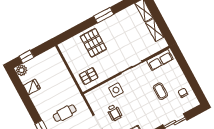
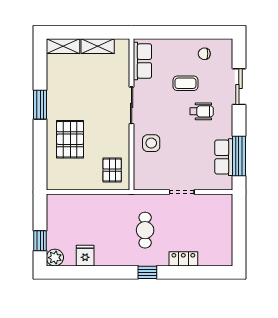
pallet: (93, 43) -> (70, 139), turned 90
wheelchair: (114, 113) -> (202, 111), moved

